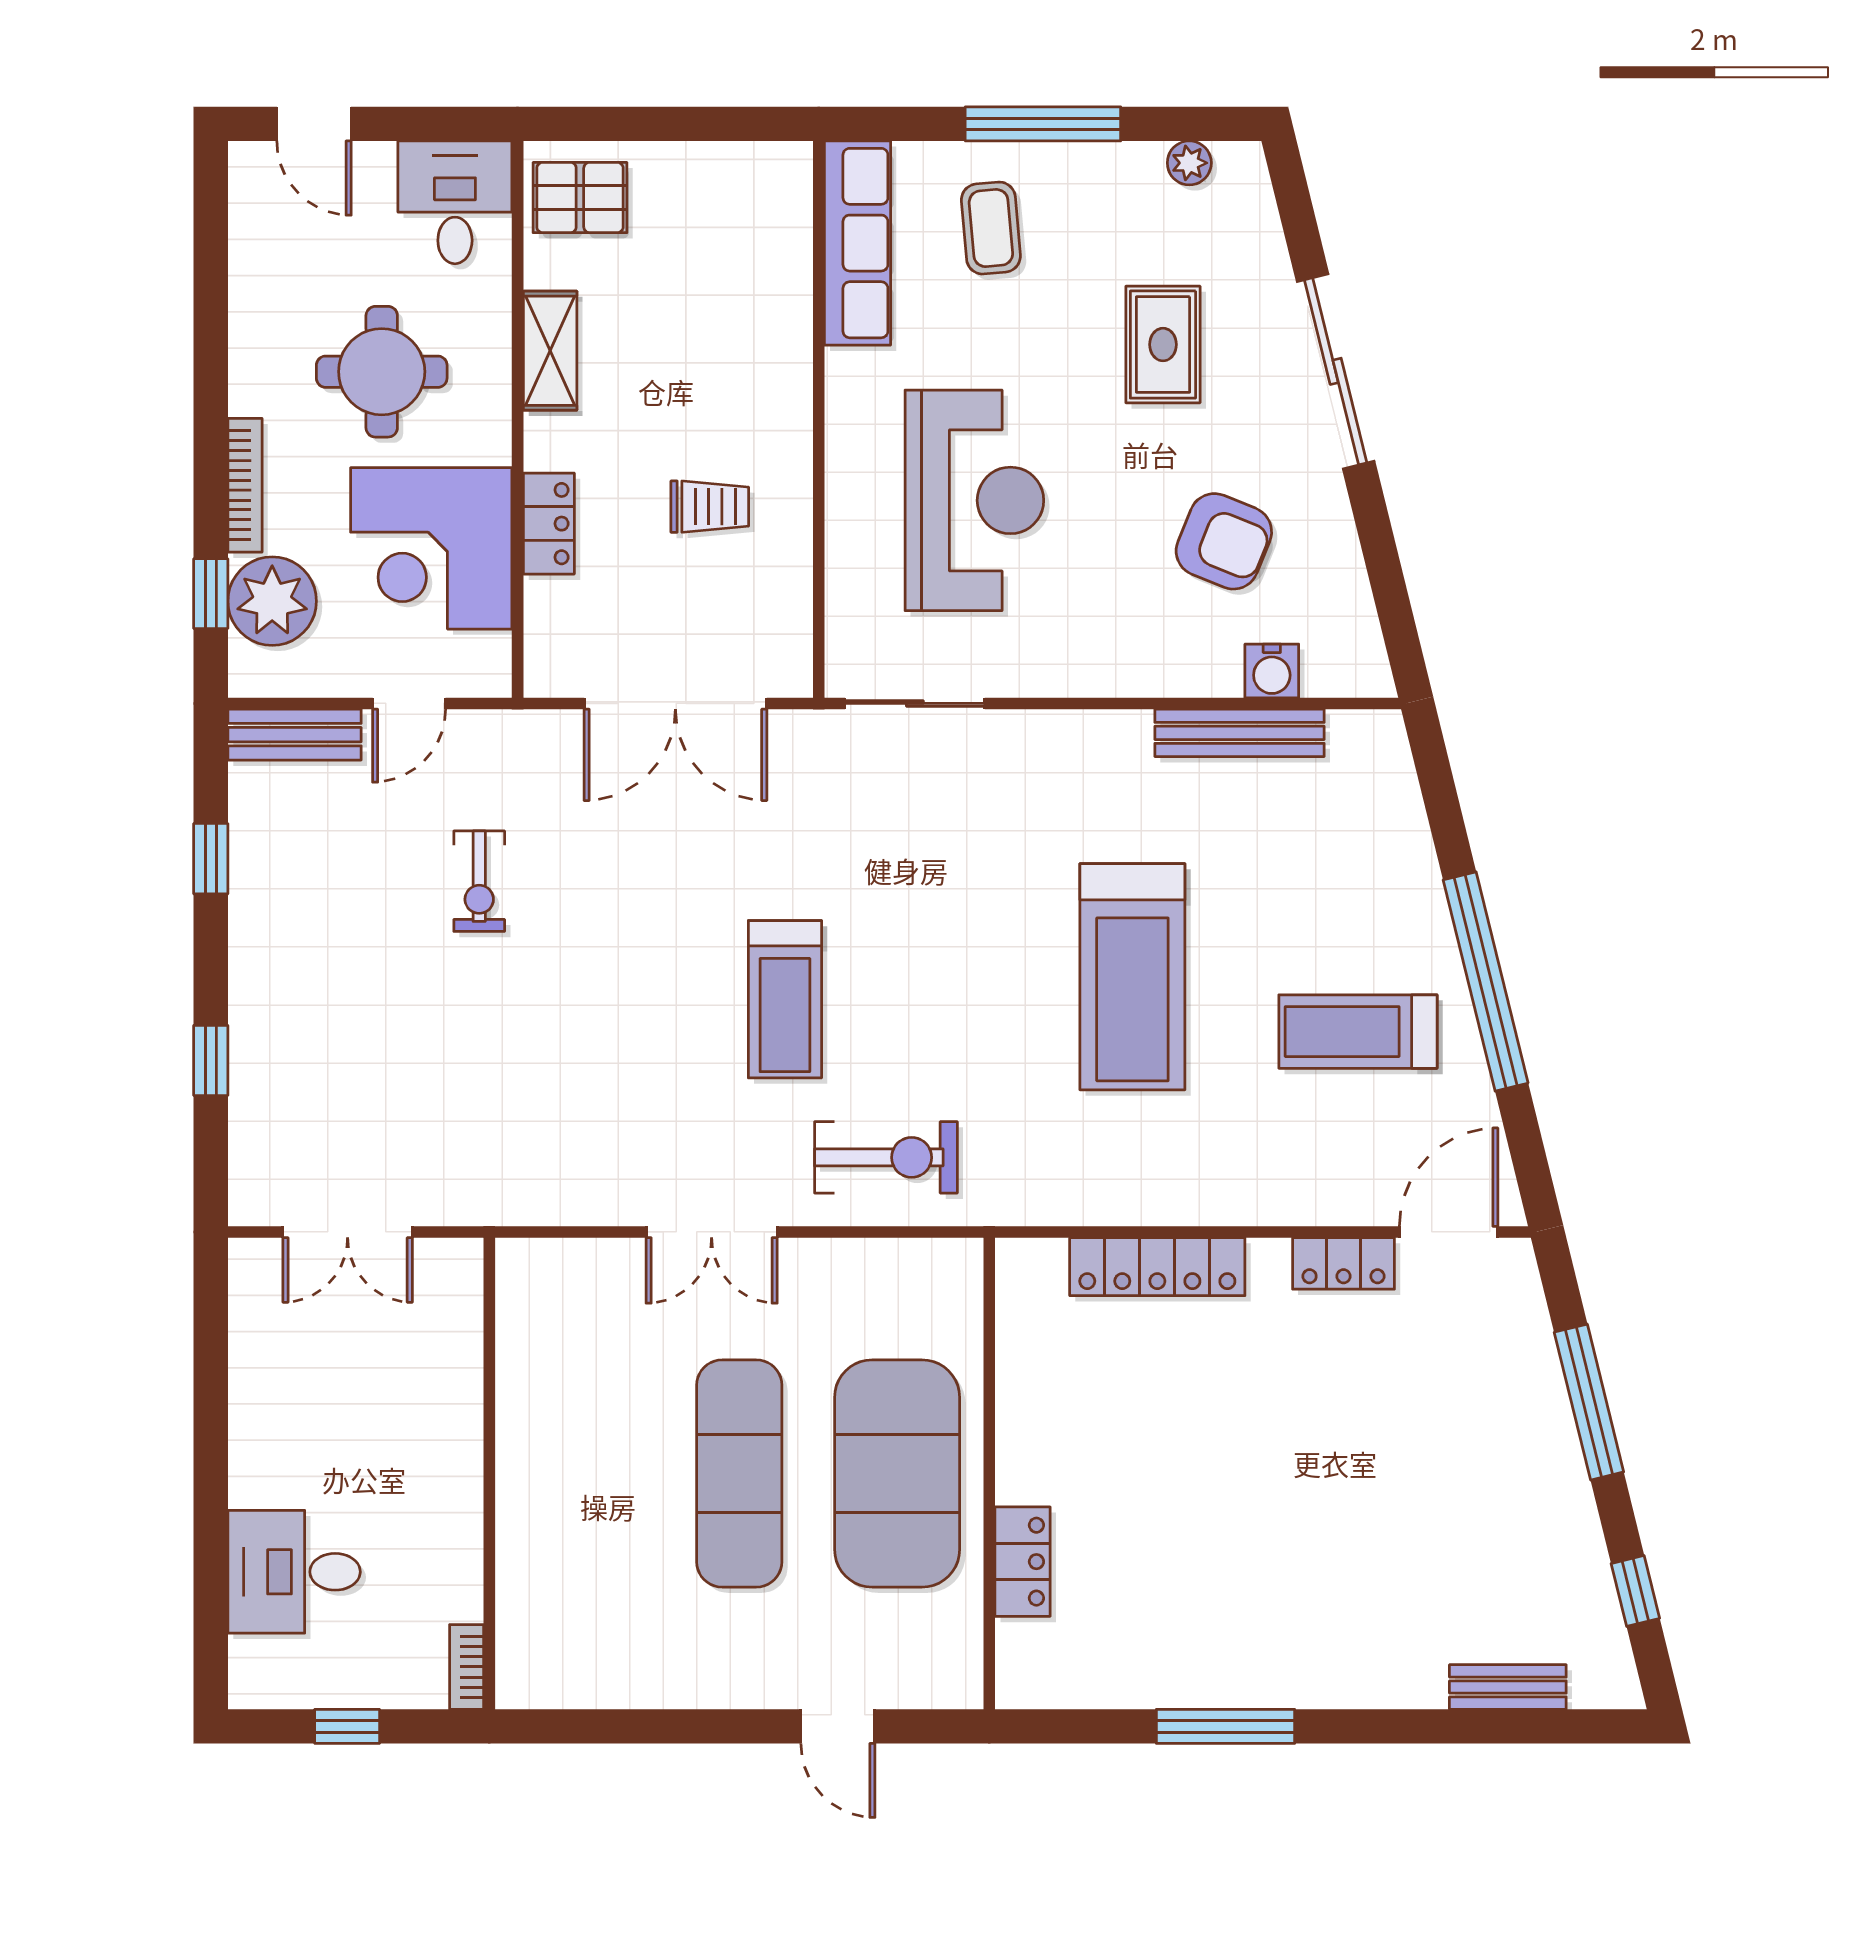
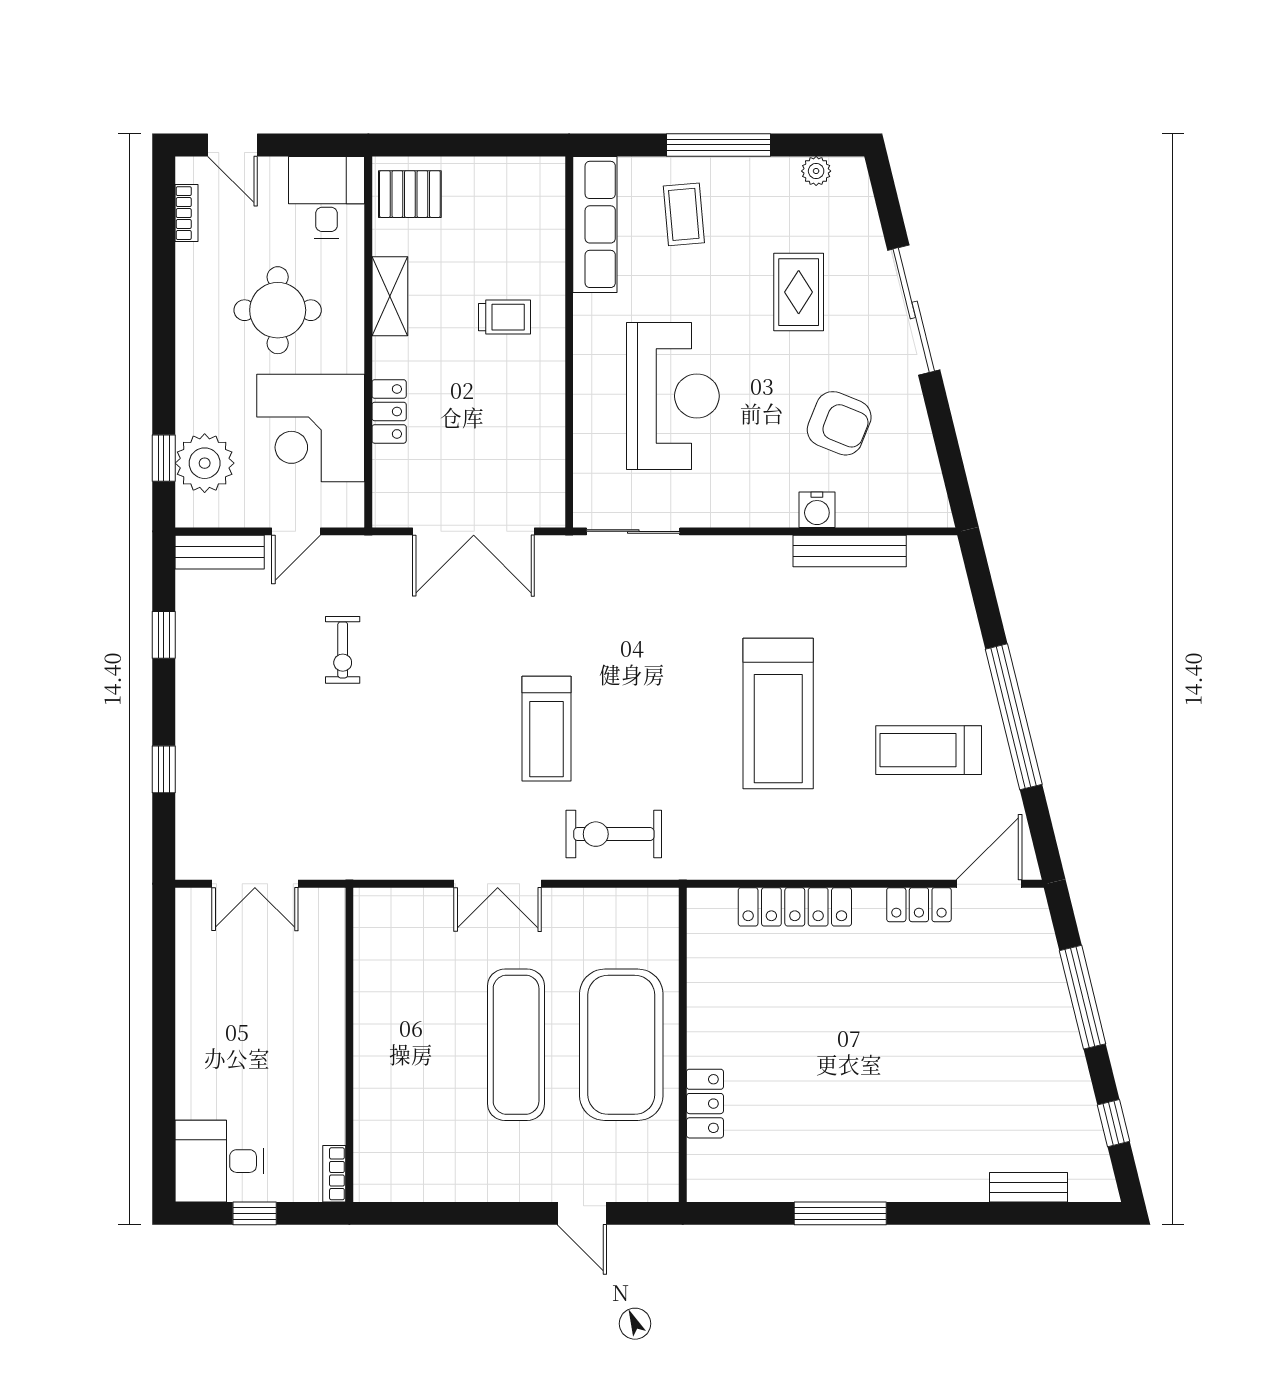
bookcase: (245, 485) -> (186, 213), moved, width x0.64
trolley: (710, 507) -> (505, 317), moved
water cooler: (1272, 671) -> (817, 510), moved
exercise bike: (886, 1157) -> (614, 834), turned 180
desk: (294, 1572) -> (219, 1161), moved

